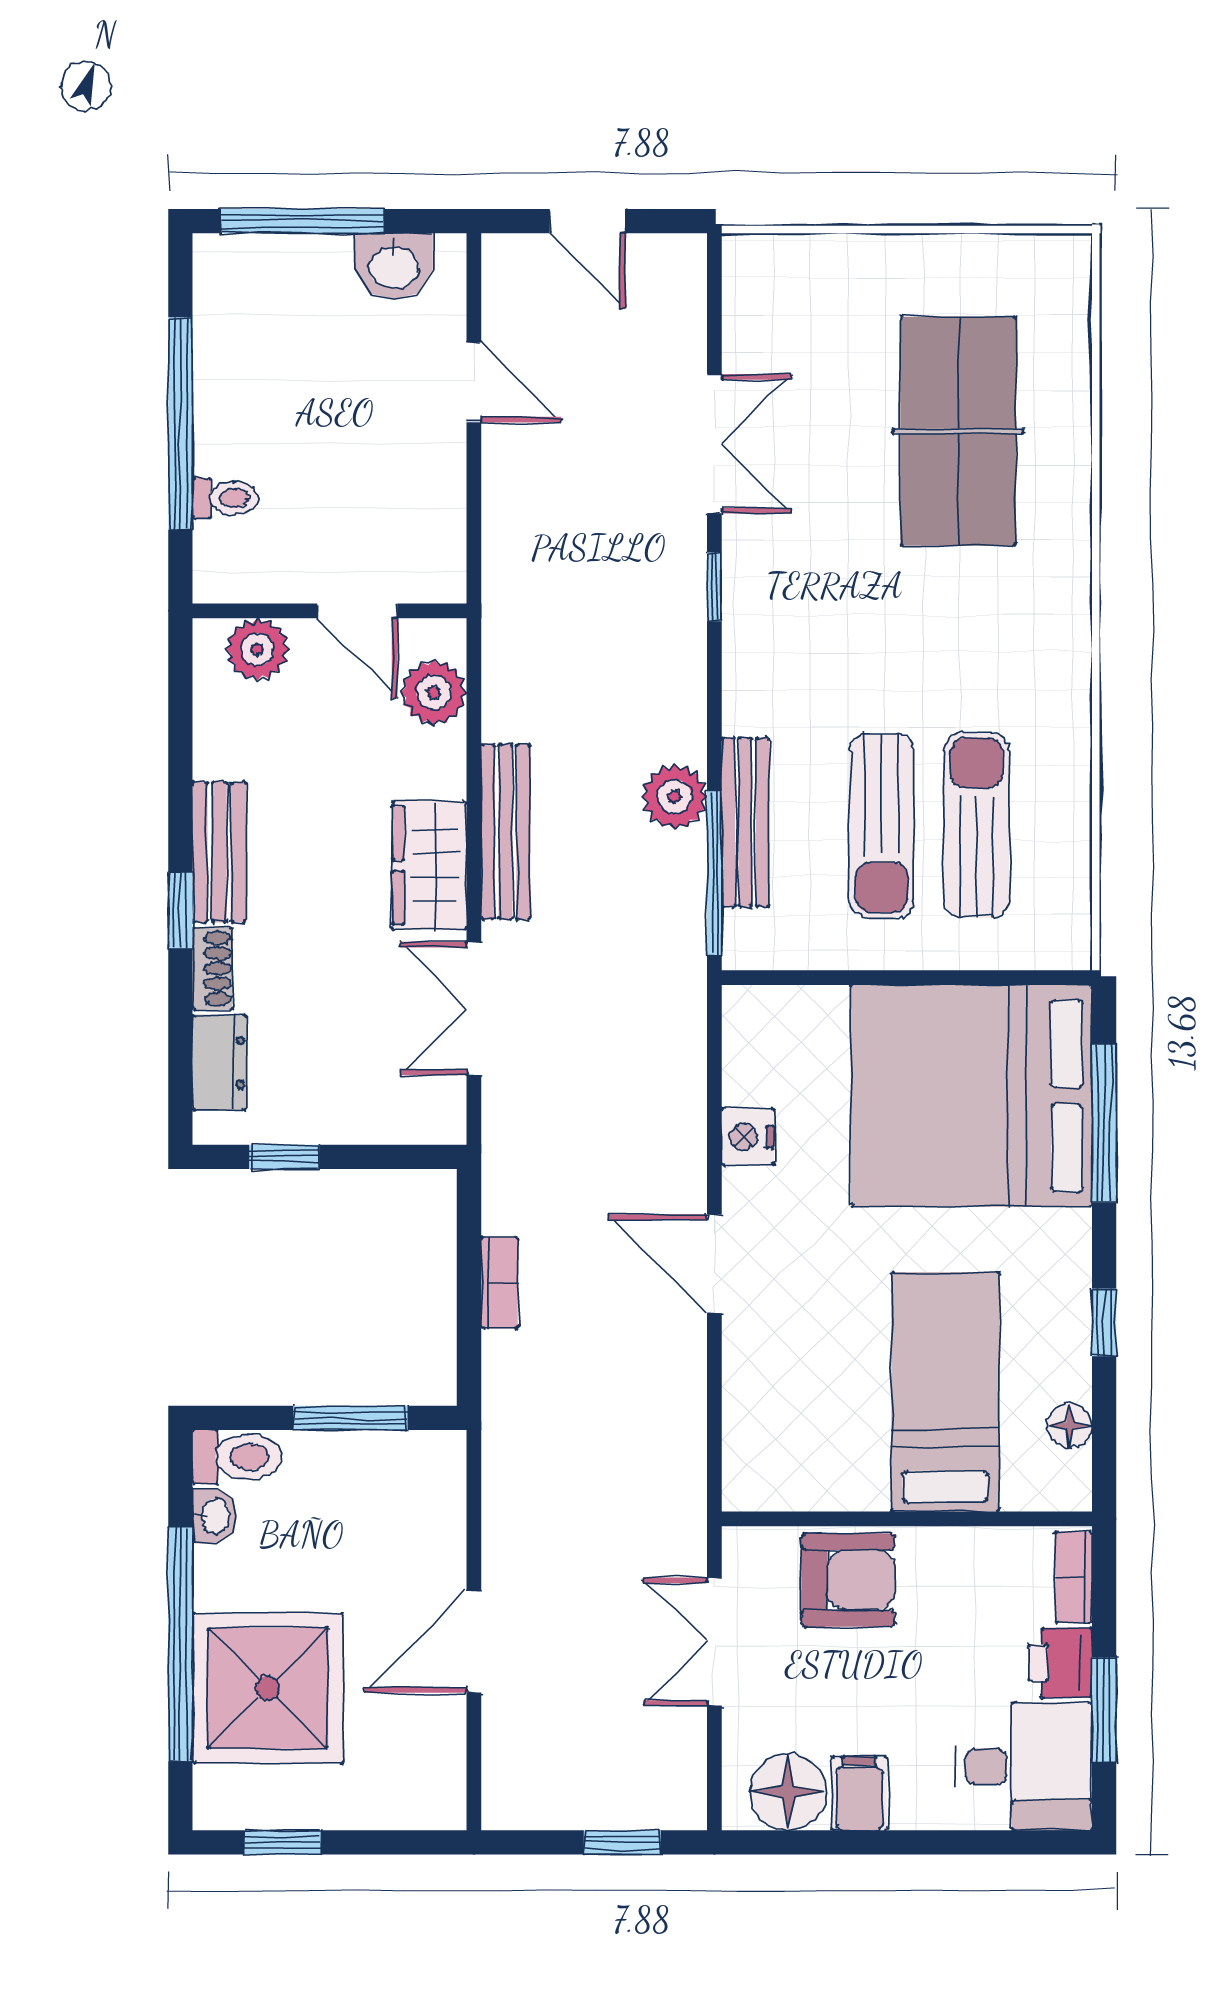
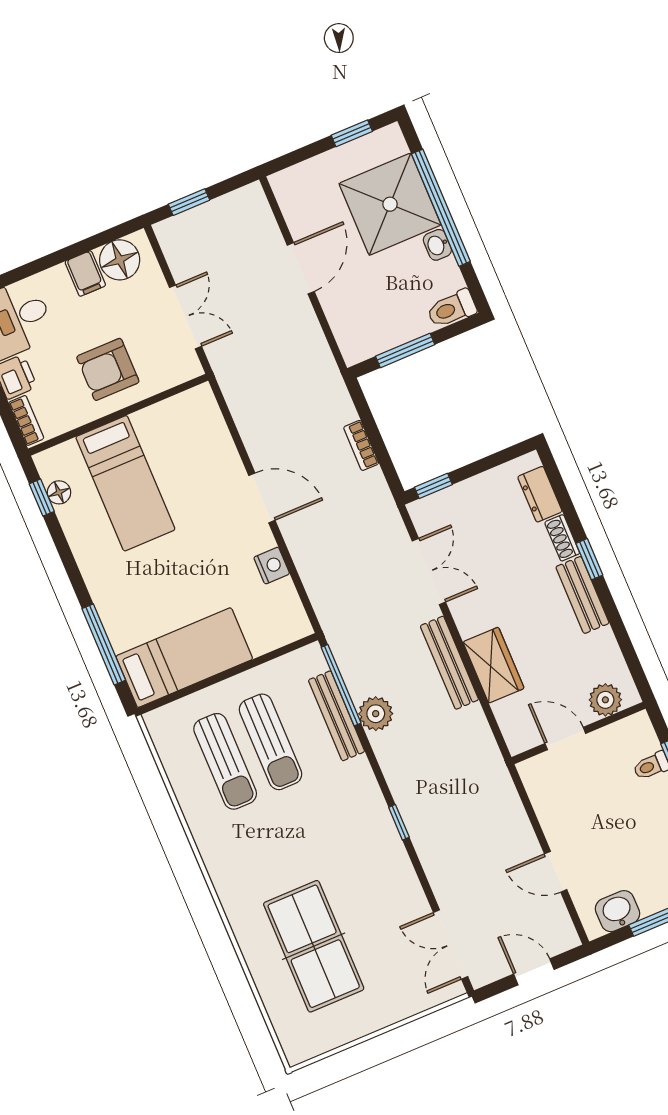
double door: (714, 444) -> (451, 944), moved
plant: (434, 693) -> (512, 715), removed
sun lounger: (882, 825) -> (271, 742), turned 180
wardrobe: (429, 865) -> (493, 665), moved
bed: (971, 1096) -> (184, 658), width x0.49
window: (284, 1157) -> (433, 486), moved
window: (1104, 1322) -> (42, 498), moved
washbasin: (214, 1516) -> (437, 245), moved
armchair: (848, 1580) -> (108, 369), moved

